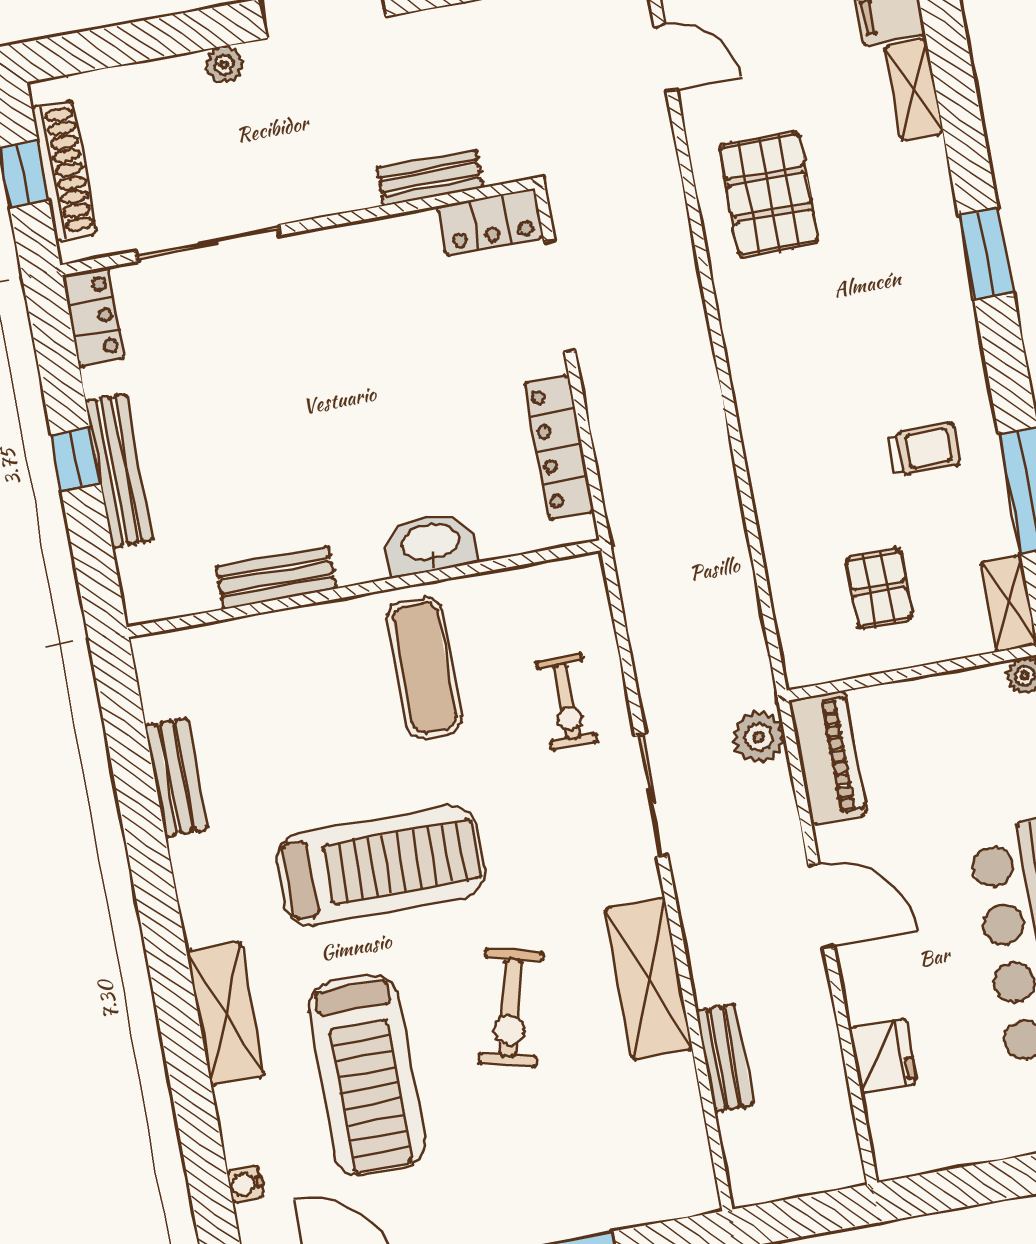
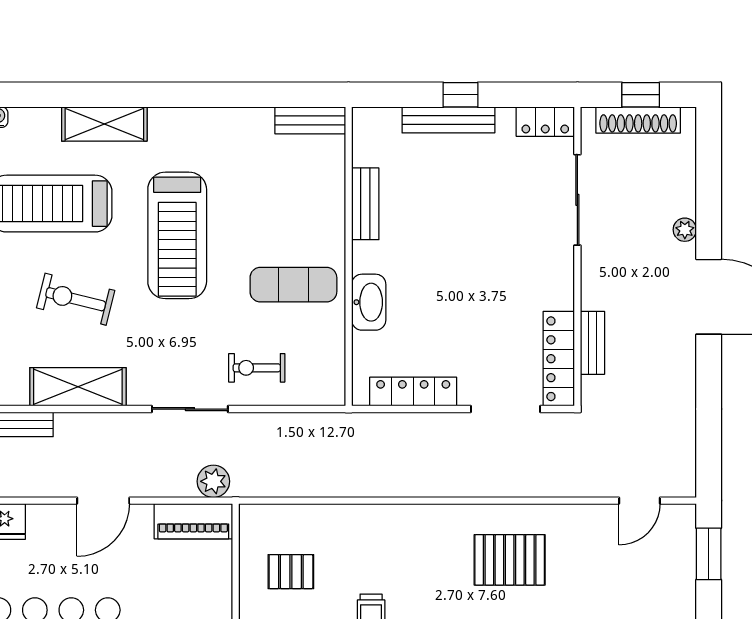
pallet: (769, 194) -> (510, 560), moved
locker: (490, 222) -> (559, 359), width x1.53
bench: (176, 777) -> (310, 120), moved

